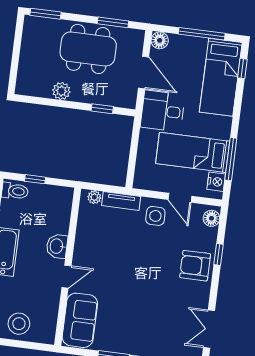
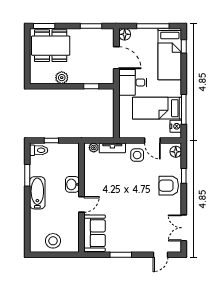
dining table: (88, 49) -> (51, 46), moved

